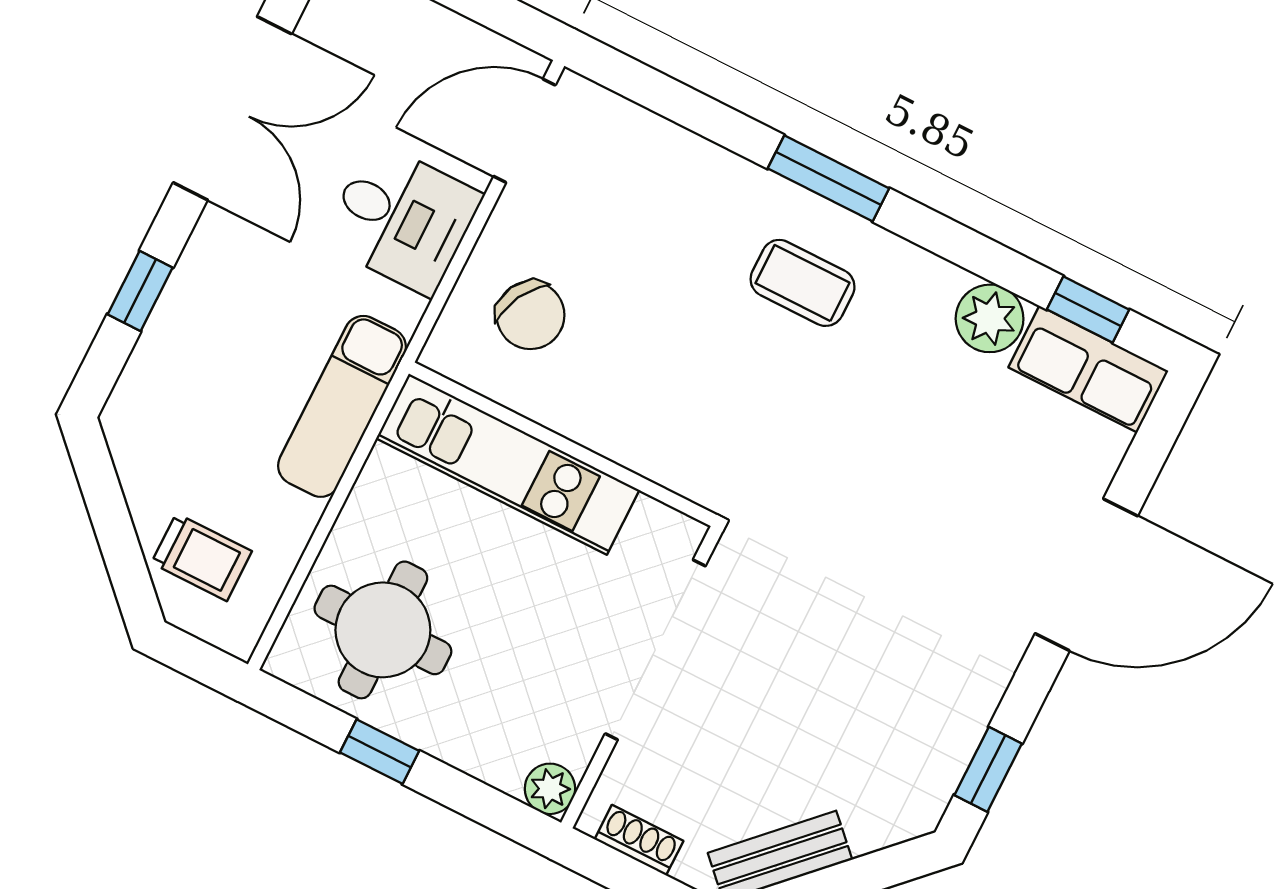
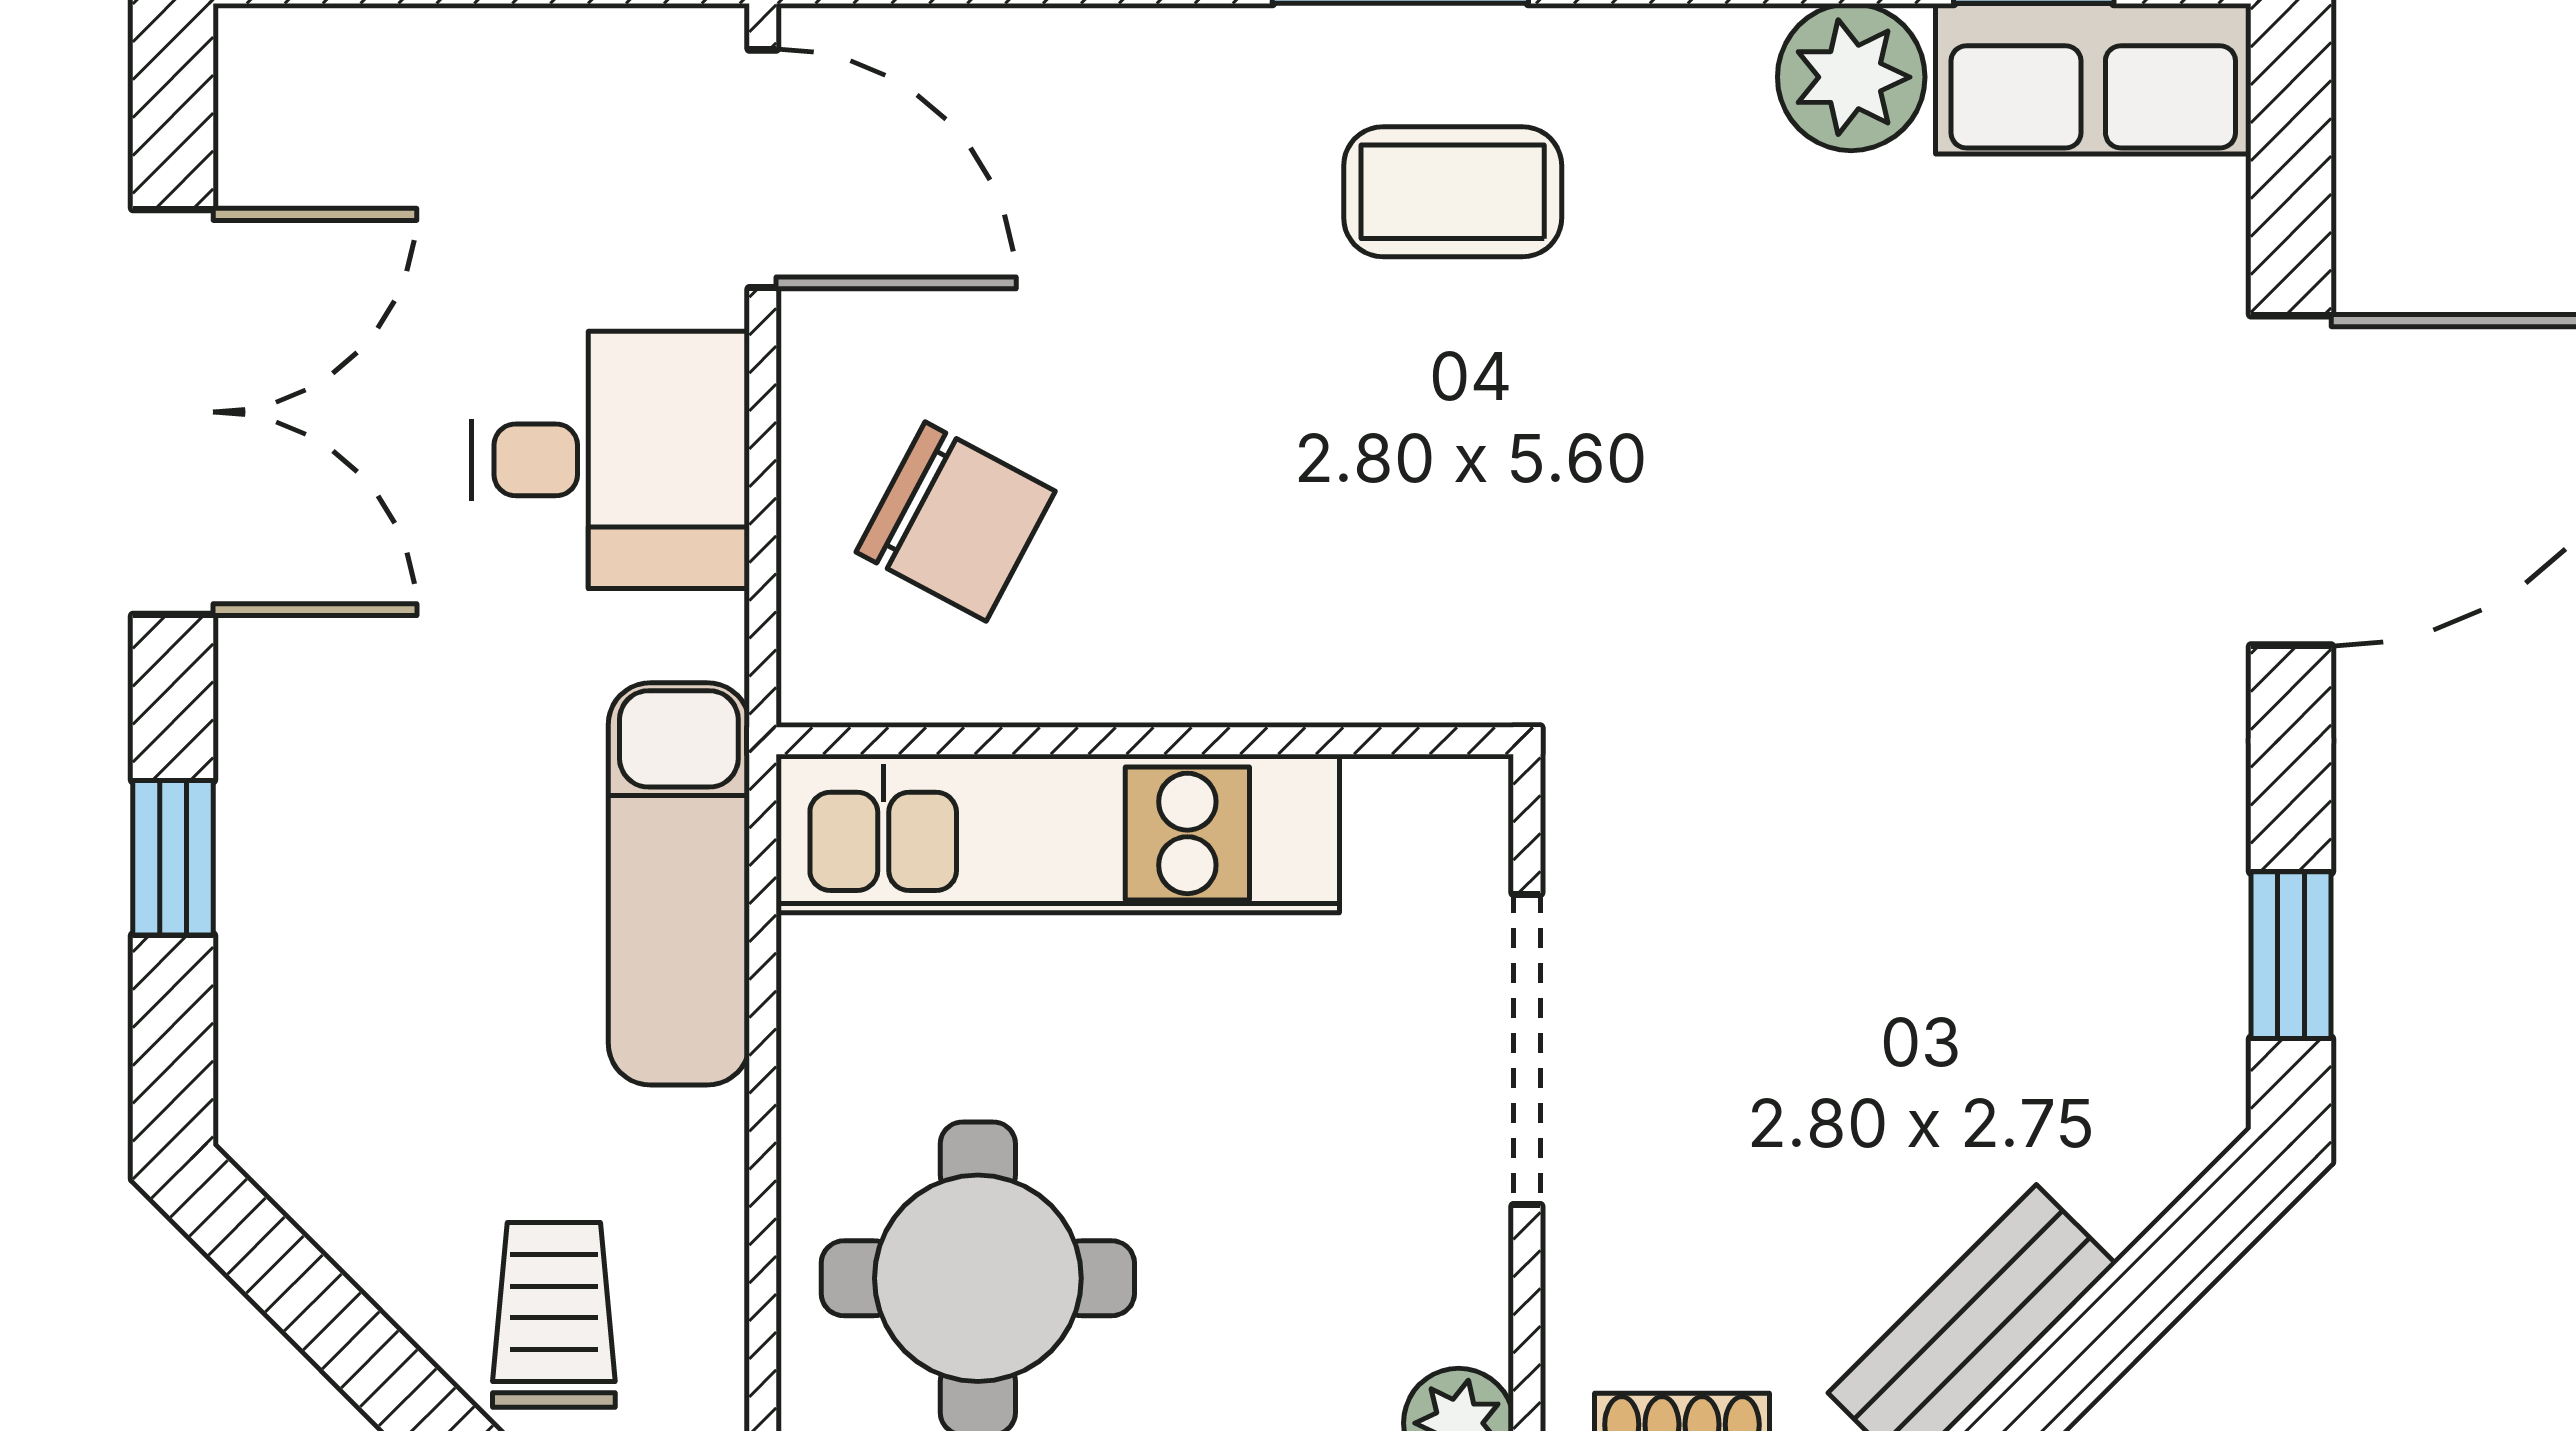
door: (524, 131) -> (763, 169), swing flipped
trolley: (202, 557) -> (554, 1315), turned -90
doorway: (655, 650) -> (1527, 1049), width x0.73

